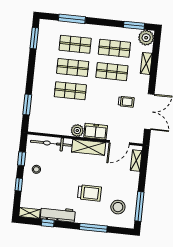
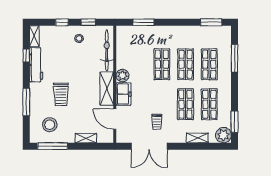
shelving: (136, 161) -> (86, 138), moved

